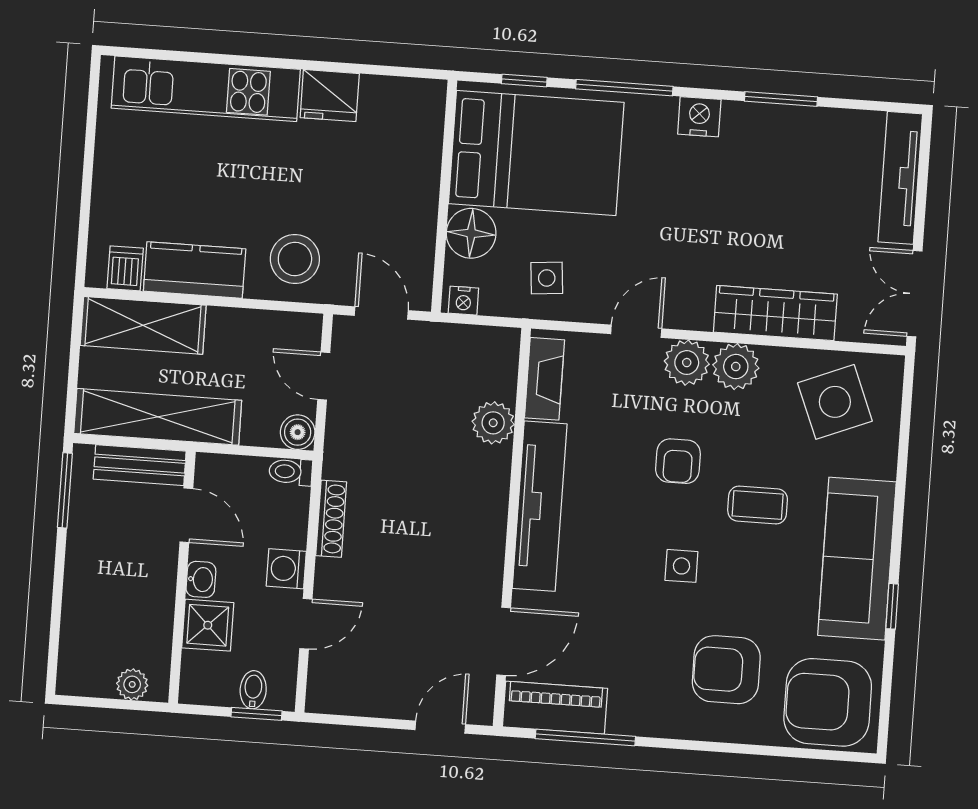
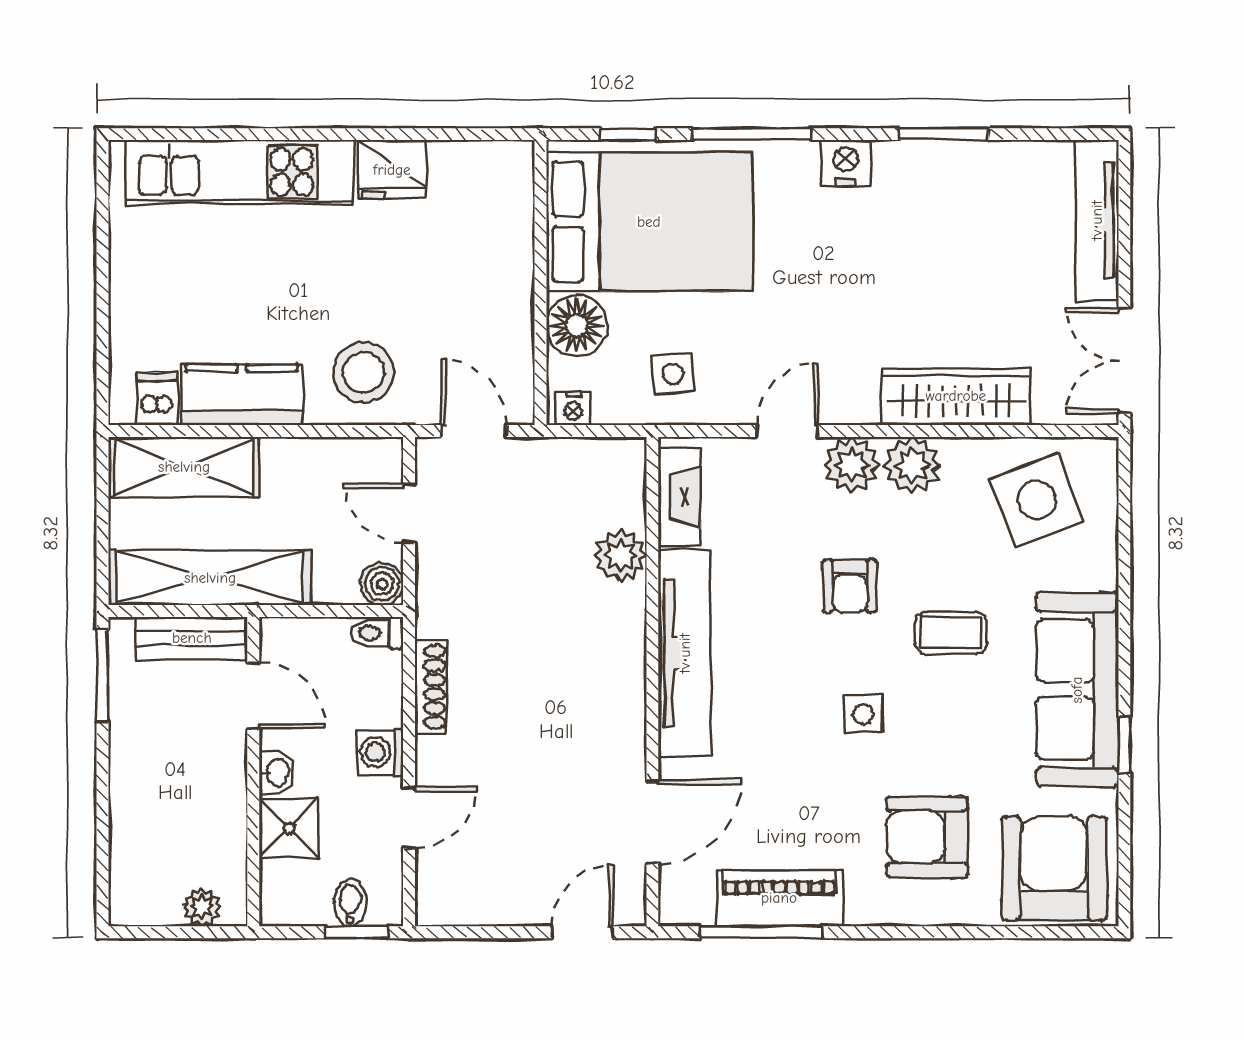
armchair: (828, 702) -> (1054, 868), turned 90
piano: (555, 708) -> (779, 898), moved

